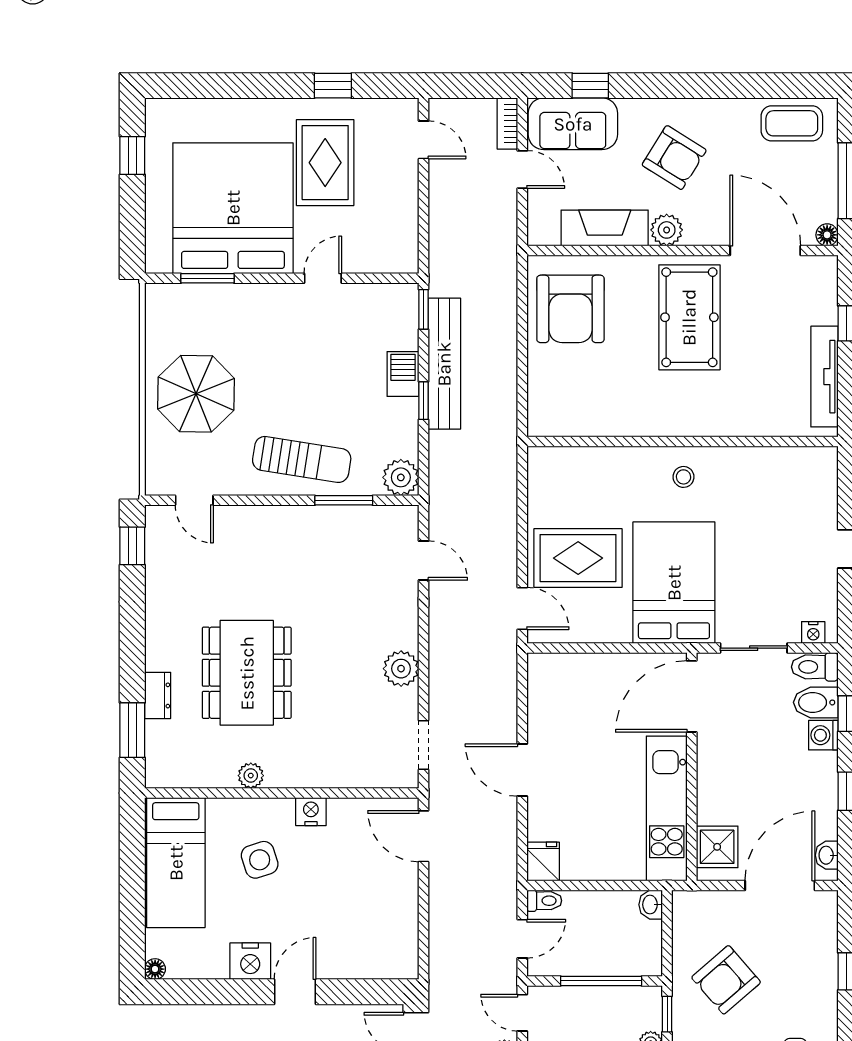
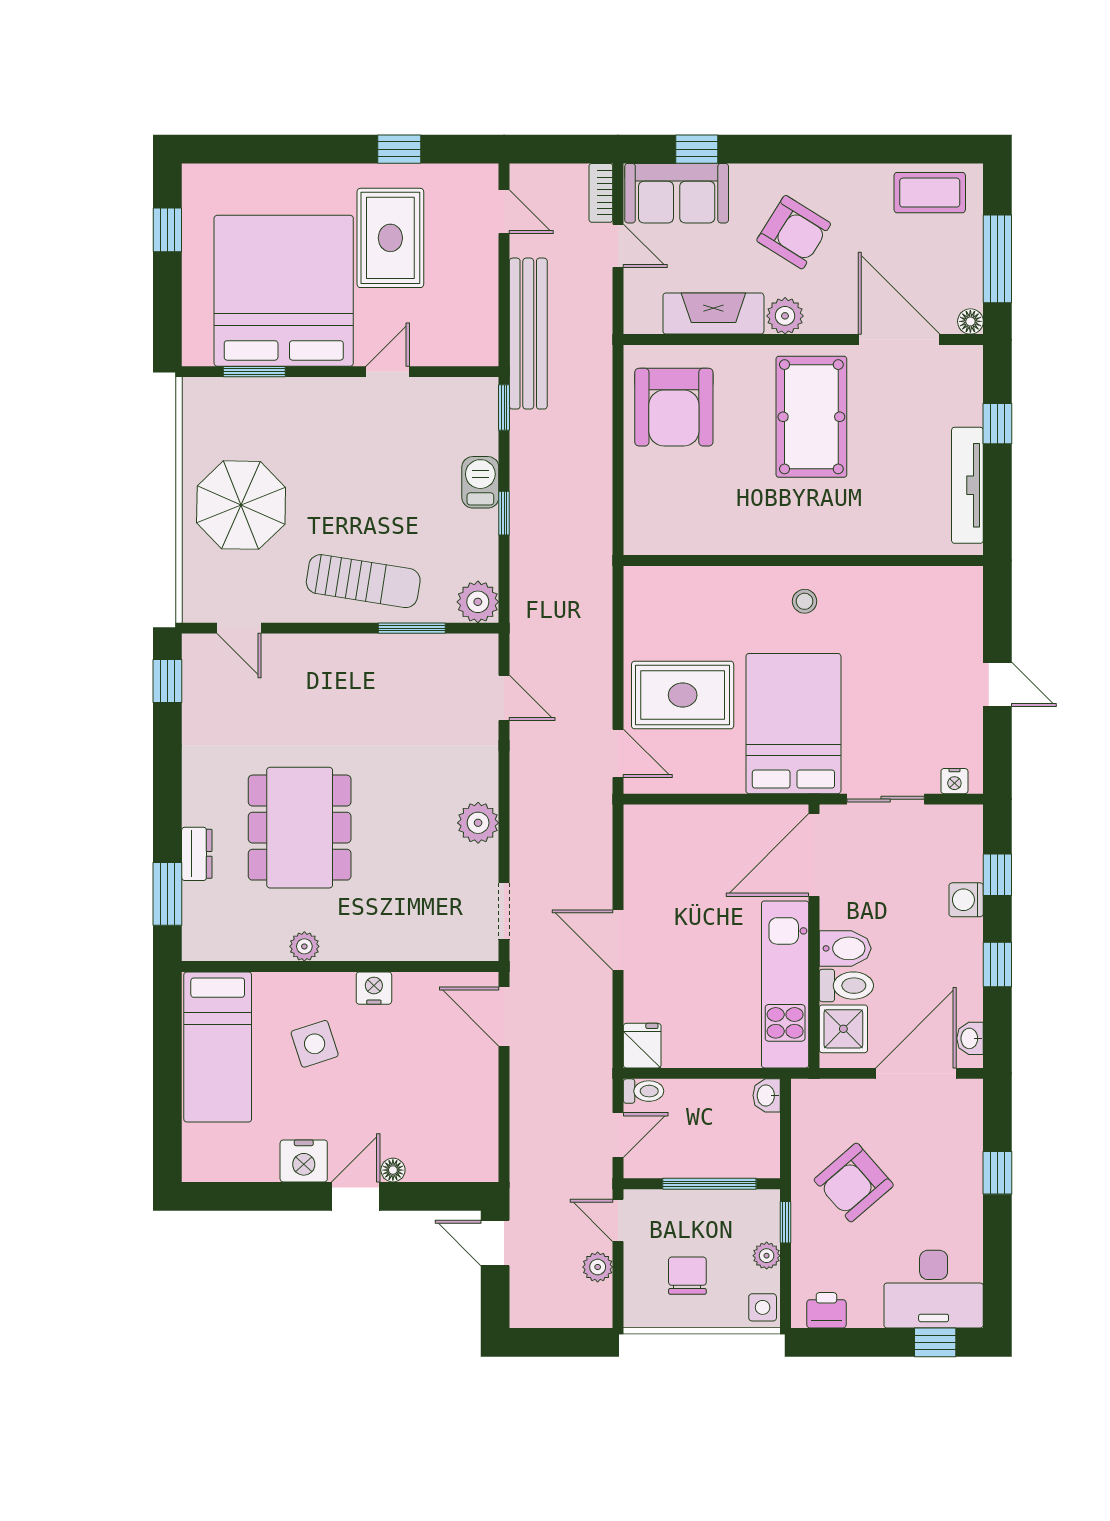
bench: (444, 364) -> (528, 334), moved
toilet: (815, 667) -> (846, 986), moved, turned 180
bidet: (816, 702) -> (845, 948), moved, turned 180
floor lamp: (155, 969) -> (393, 1170), moved

